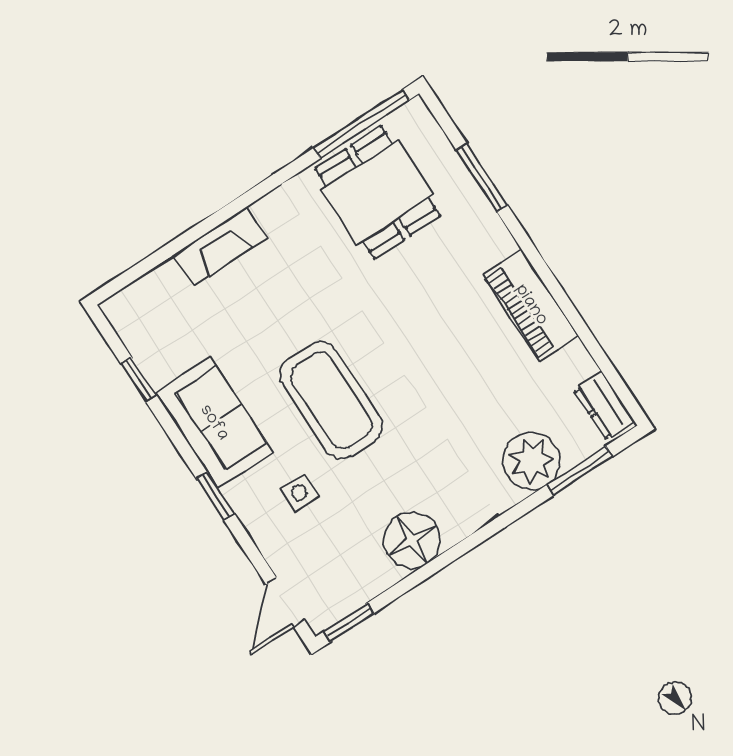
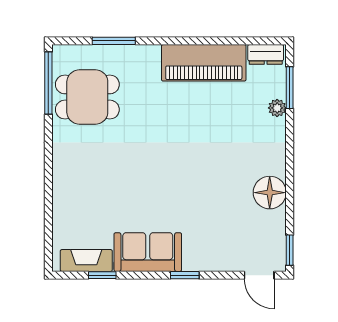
fireplace: (220, 246) -> (86, 261), moved, turned -90
piano: (531, 305) -> (204, 63), width x1.37, depth x1.33
coffee table: (331, 400) -> (175, 187), removed
plant: (532, 461) -> (277, 108), width x0.53, depth x0.53
side table: (299, 493) -> (210, 233), removed

